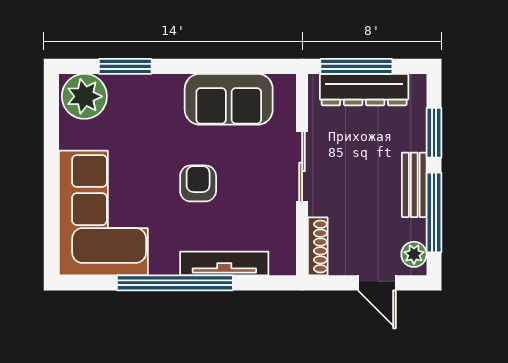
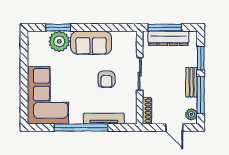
plant: (84, 96) -> (59, 41), moved
sofa: (229, 99) -> (91, 43), moved
armchair: (198, 183) -> (106, 79), moved, turned 180

